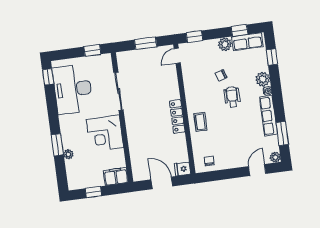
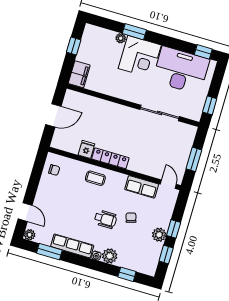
window: (194, 37) -> (174, 229), moved
row of seats: (247, 42) -> (142, 187), moved, turned -90
corner desk: (105, 133) -> (140, 57), moved, turned 180
fridge: (182, 169) -> (86, 149), moved

